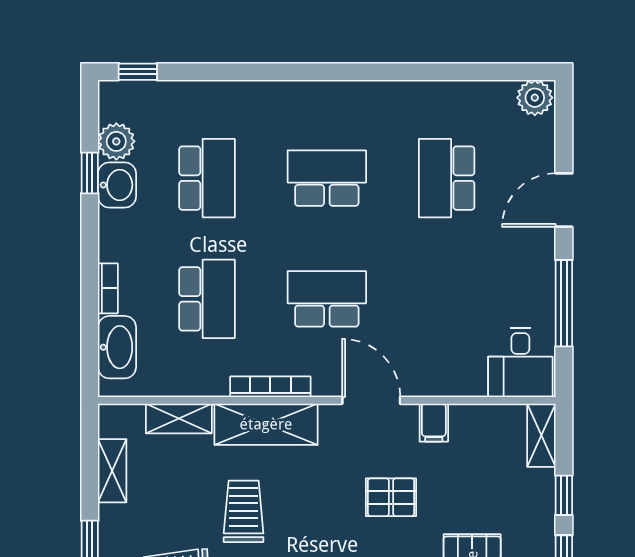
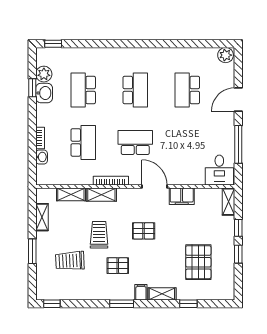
school desk: (207, 178) -> (83, 90), turned 180
school desk: (327, 178) -> (135, 90), turned 90
washbasin: (117, 347) -> (42, 157), width x0.52, depth x0.69
filing cabinet: (434, 423) -> (182, 196), width x2.00
shelving: (266, 424) -> (101, 195), width x0.67, depth x0.75
pallet: (391, 497) -> (144, 231), moved

